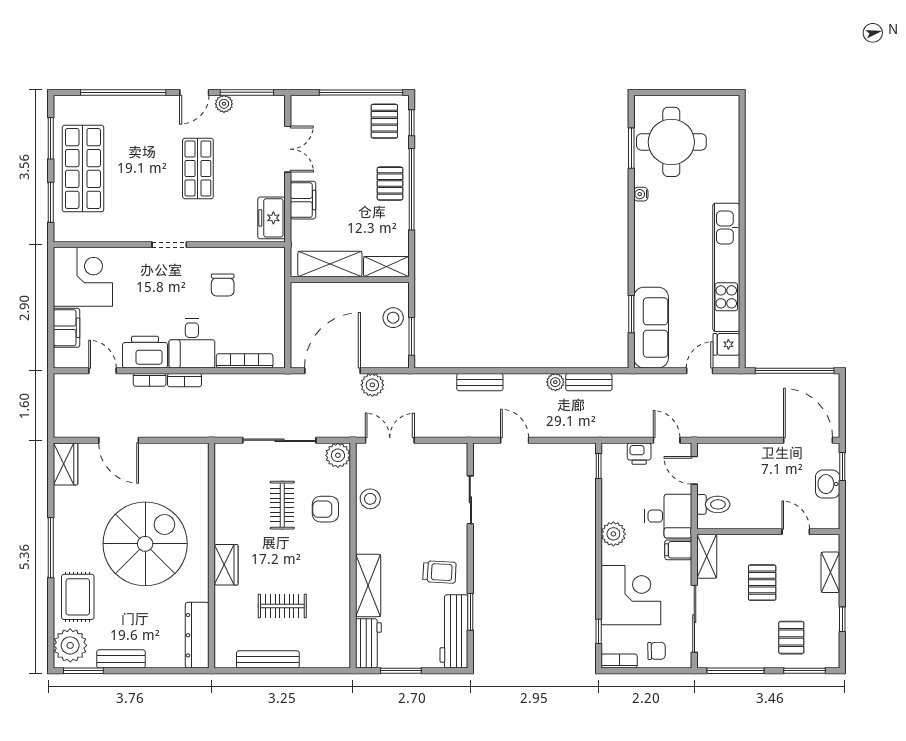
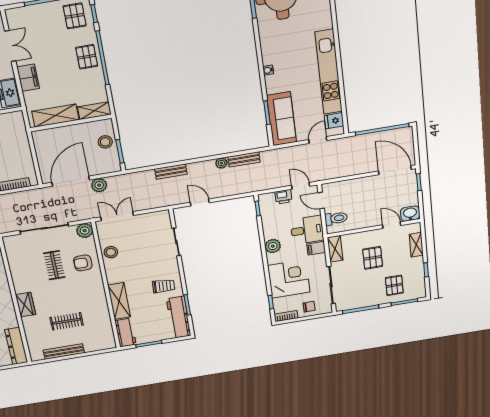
water cooler: (641, 194) -> (268, 70), moved
washbasin: (828, 484) -> (410, 214), moved, turned 90

